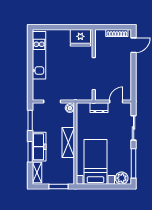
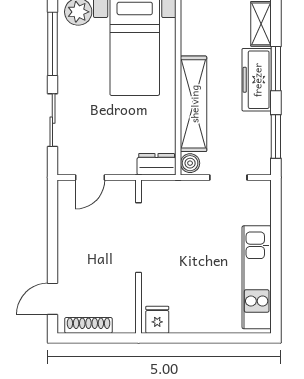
fridge: (80, 38) -> (157, 320), width x0.53, depth x0.75
dresser: (99, 108) -> (157, 164), moved
shelving: (68, 143) -> (194, 104), width x1.47

